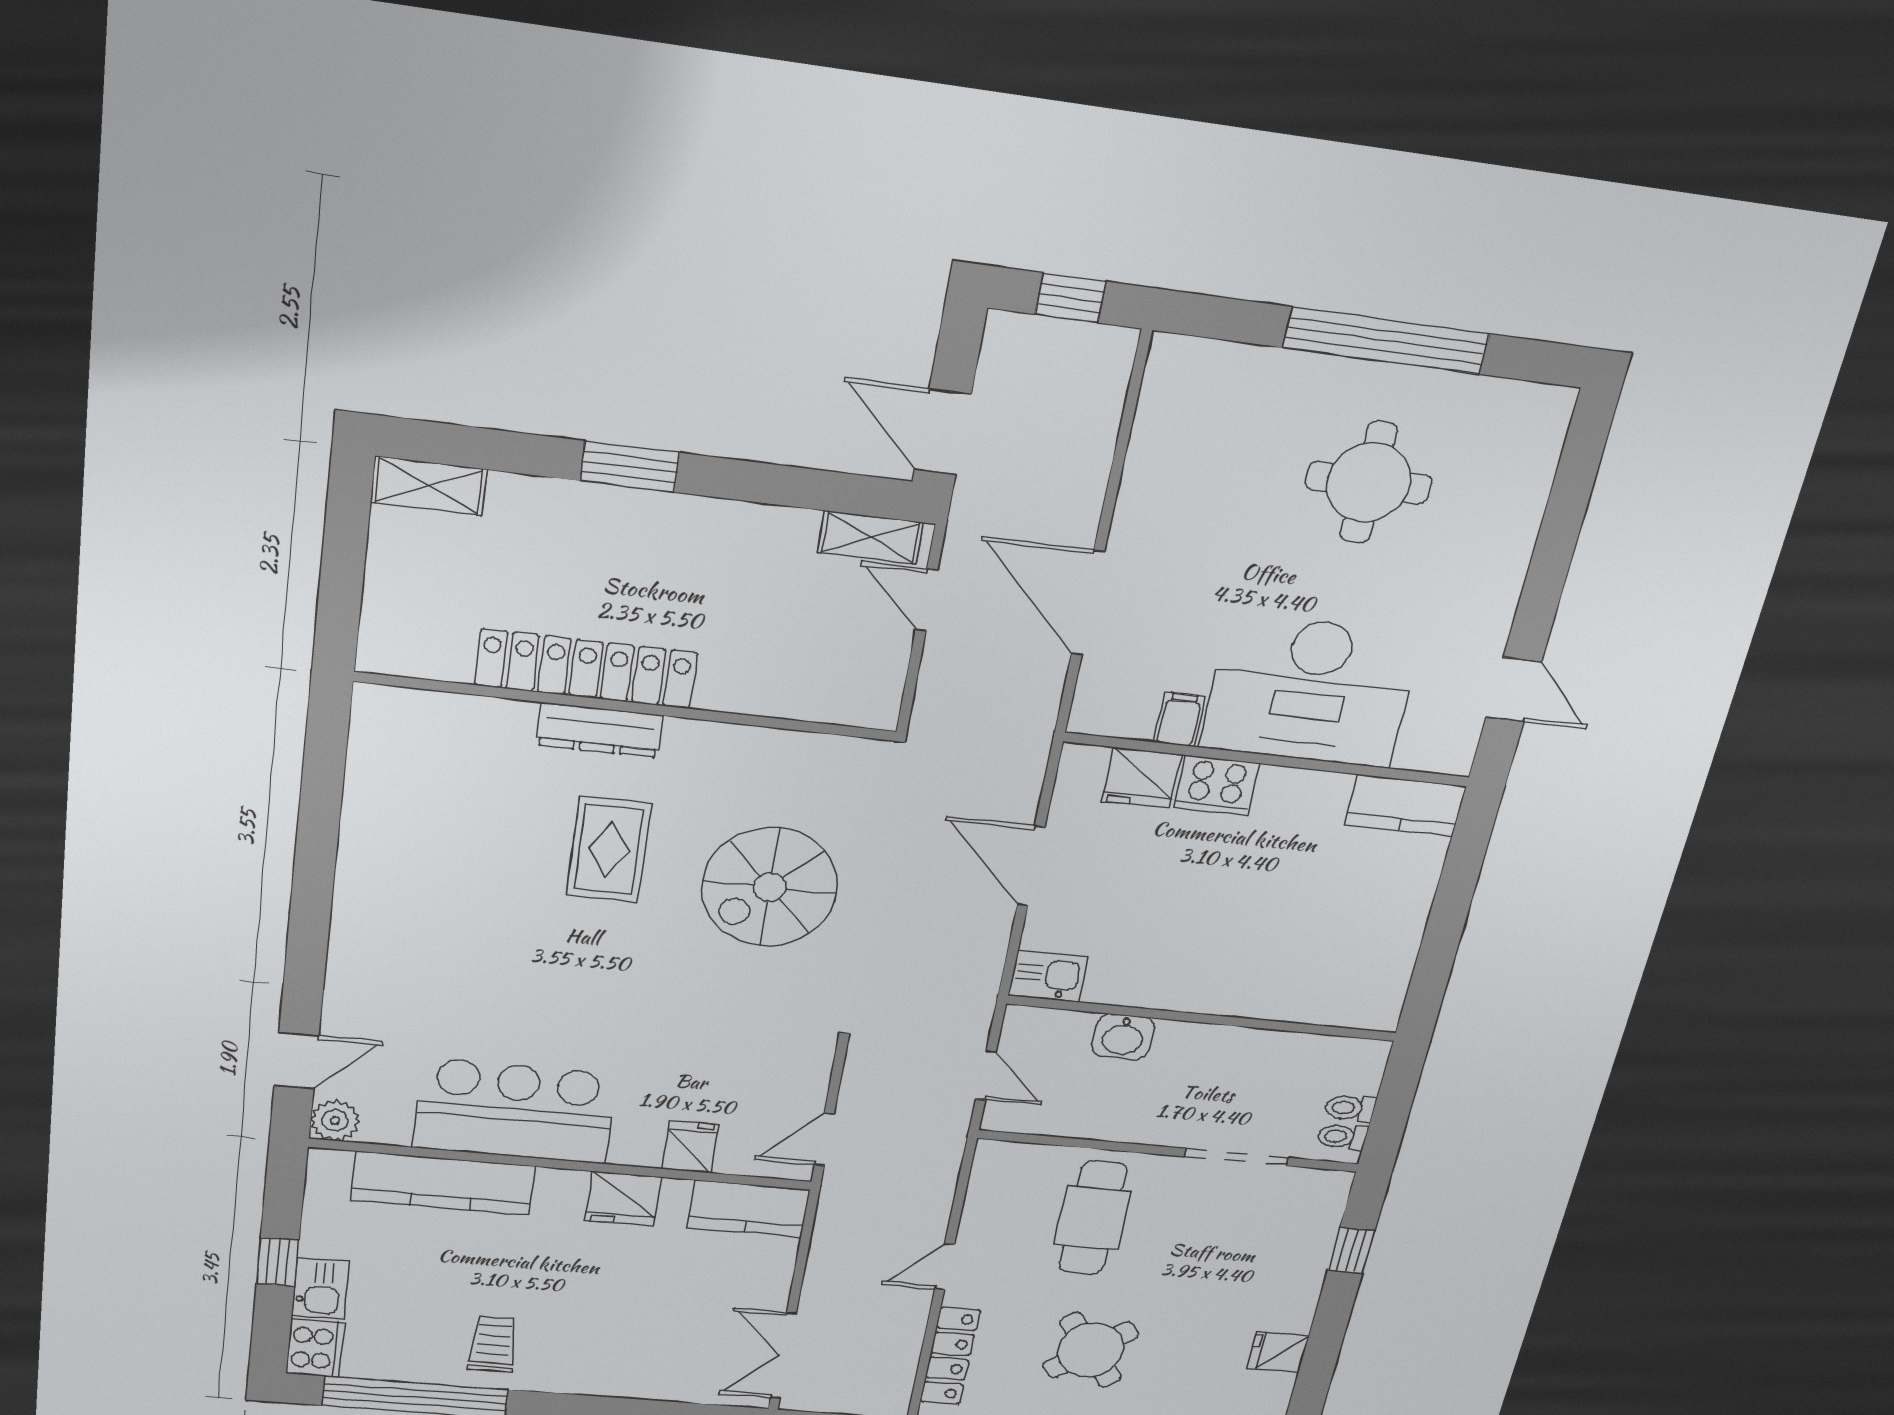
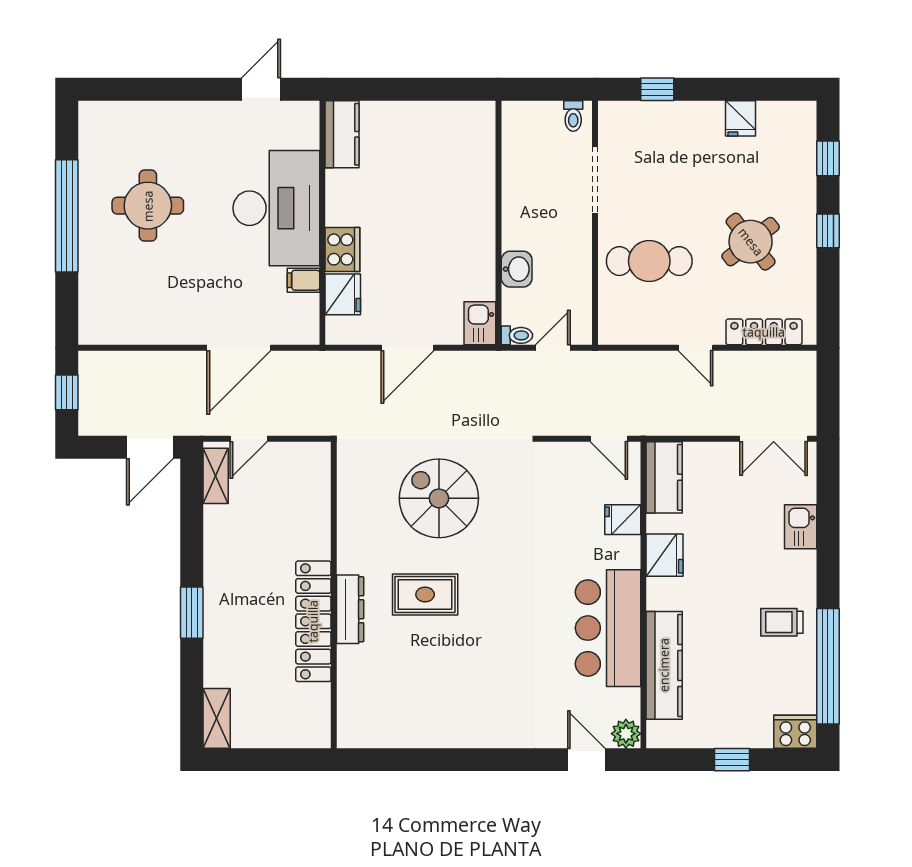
spiral stairs: (770, 887) -> (439, 498), turned 180
toilet: (1350, 1108) -> (517, 335), moved, turned -90
kitchen sink: (320, 1288) -> (801, 527), moved, turned -90

